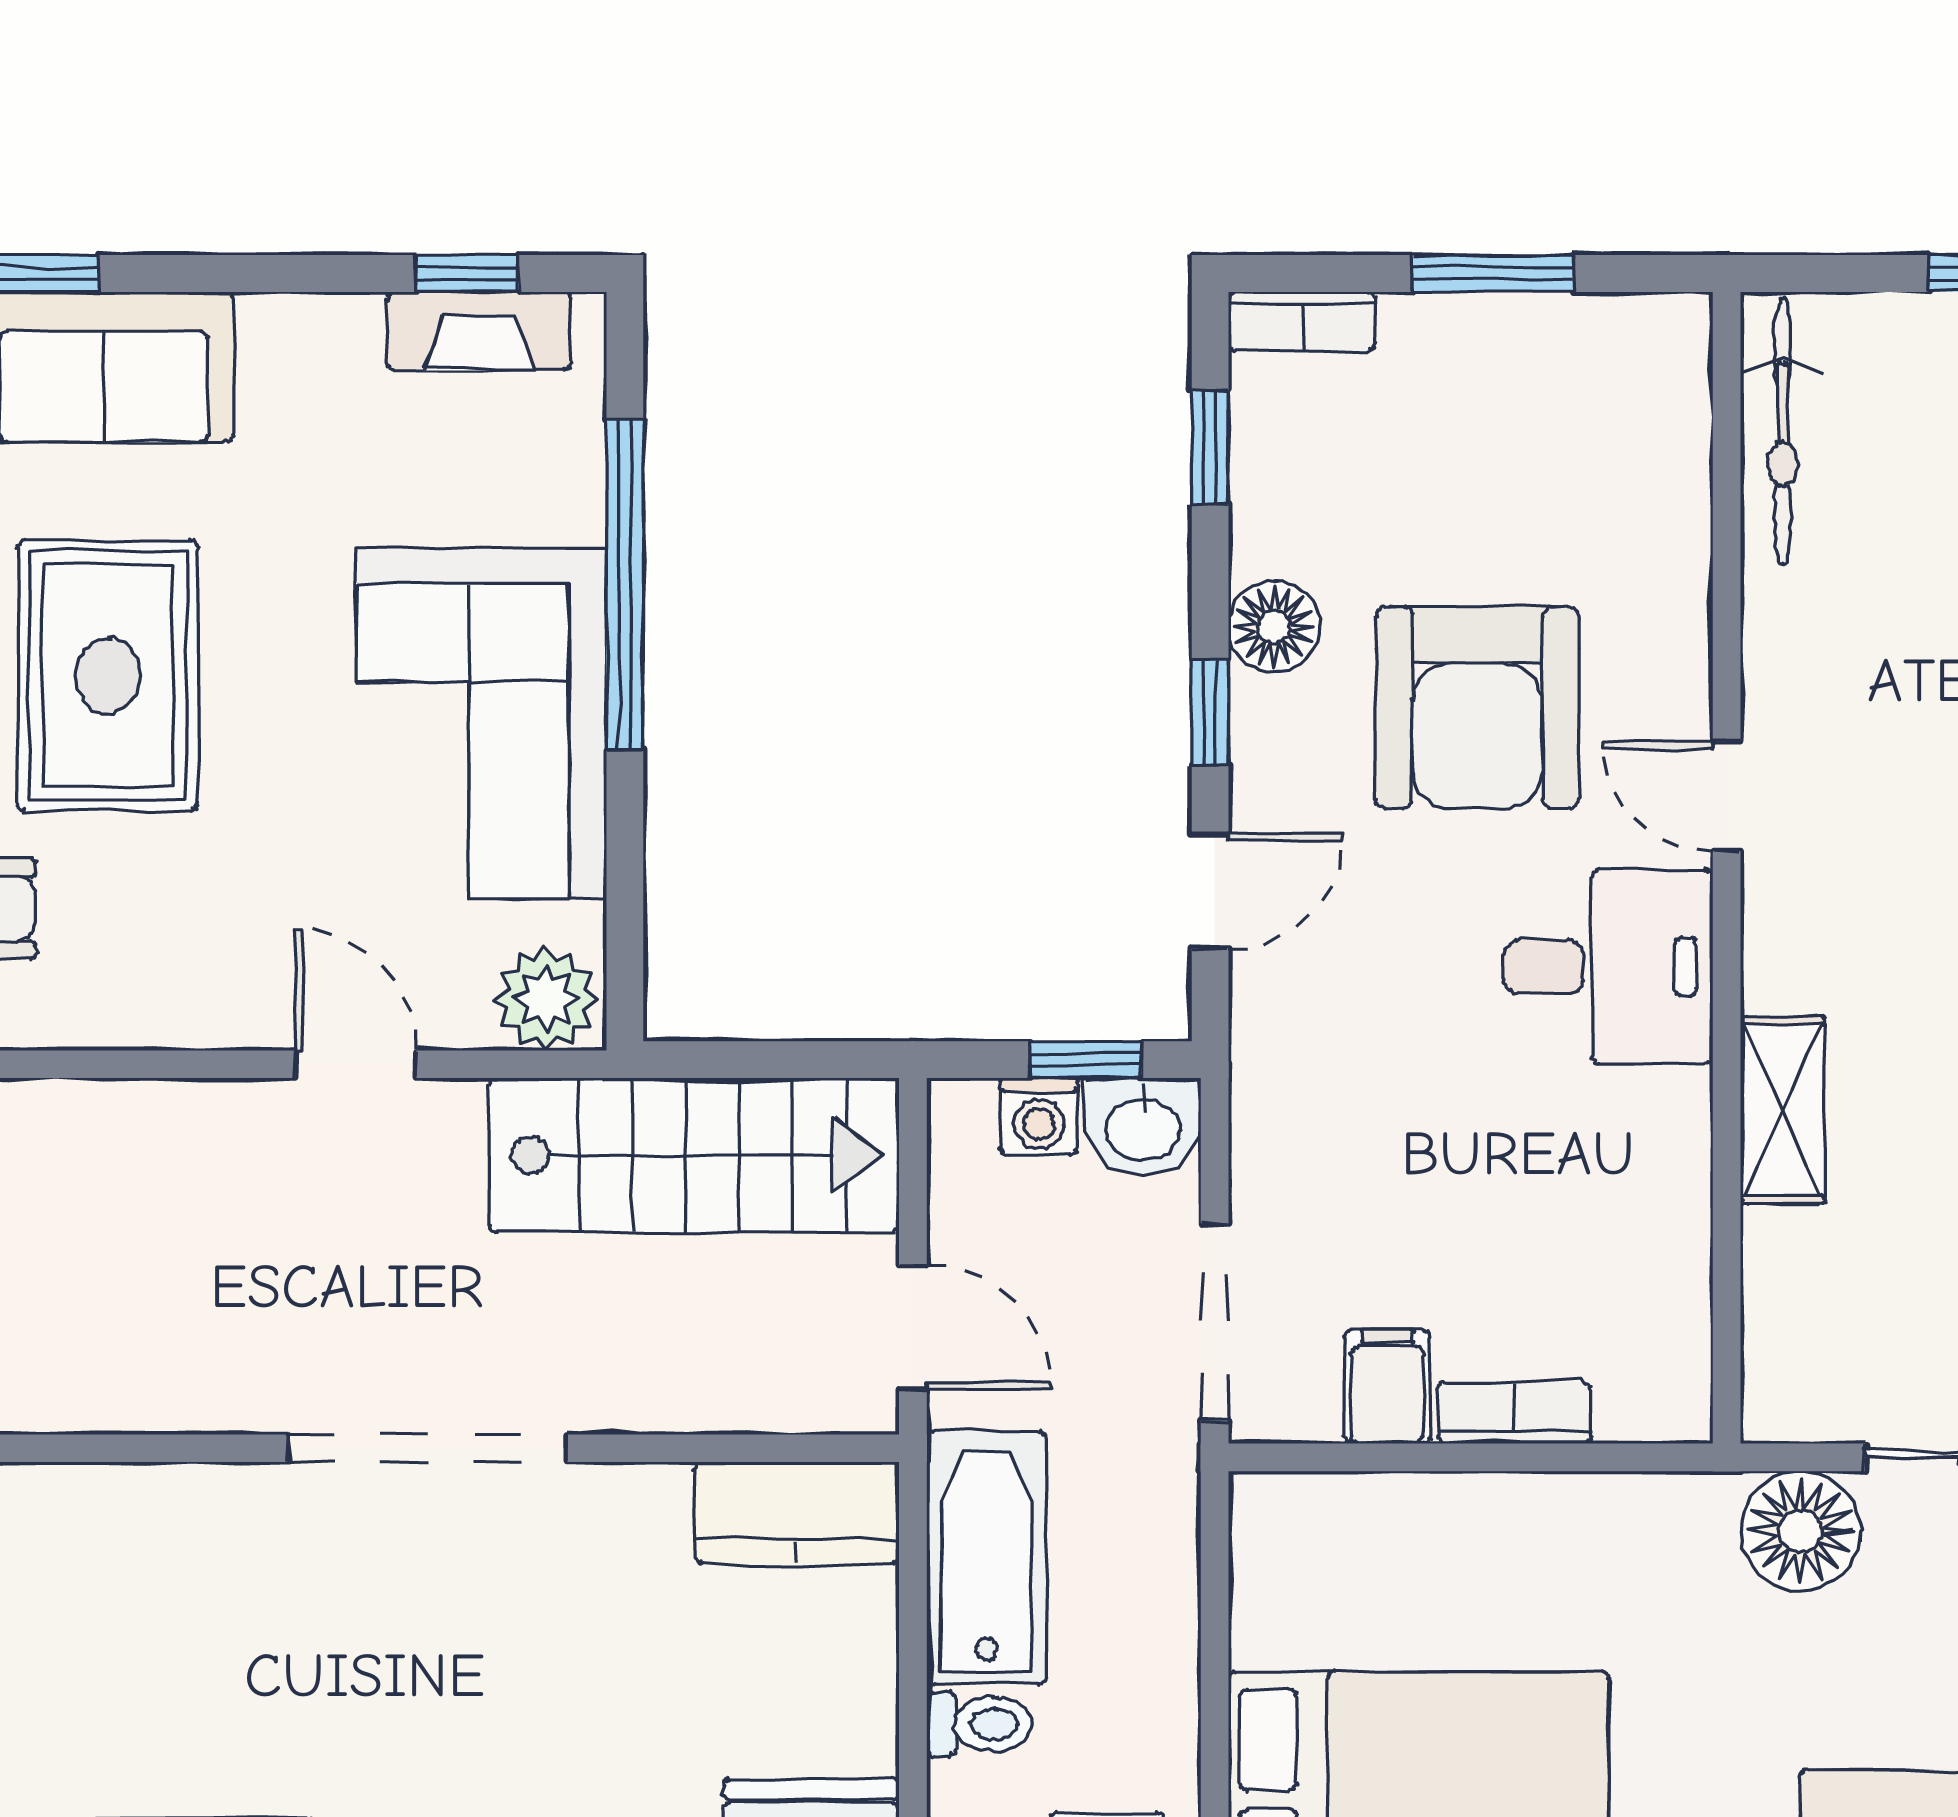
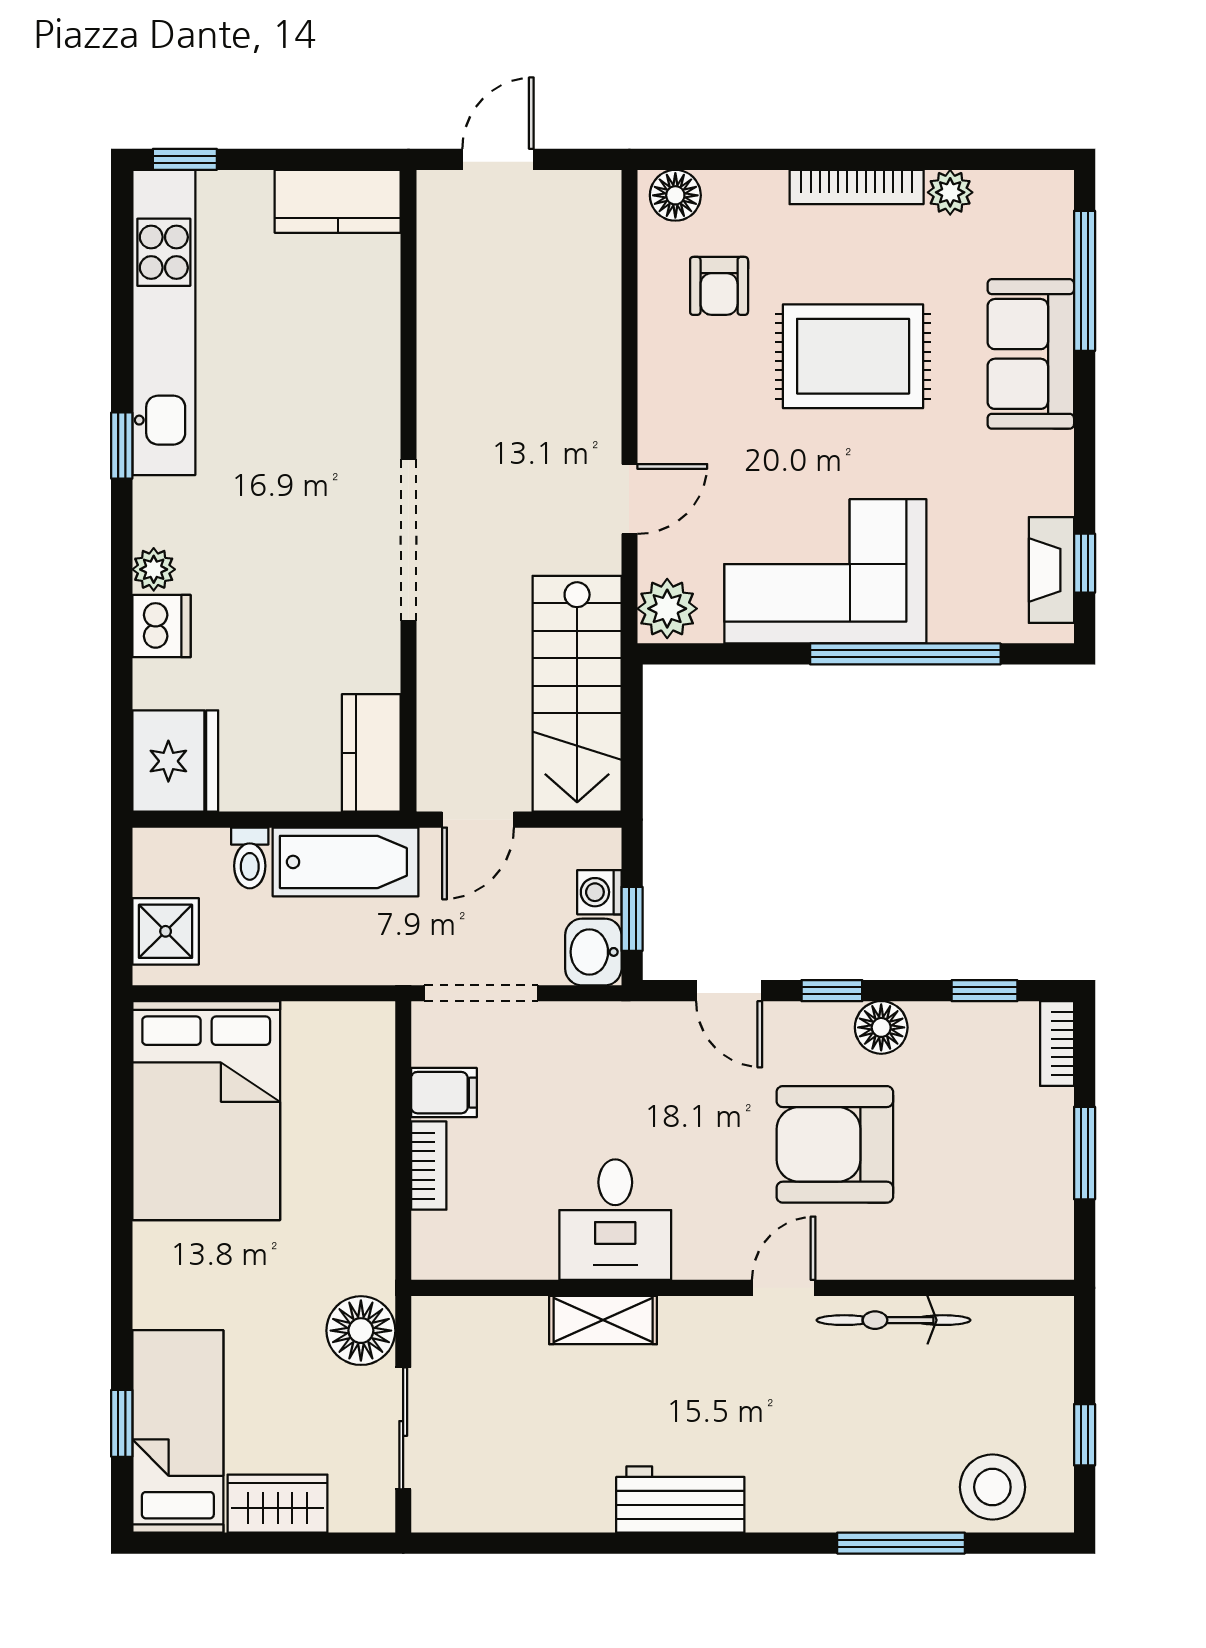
bicycle: (1783, 432) -> (893, 1320), moved
desk: (1608, 967) -> (615, 1220), moved

